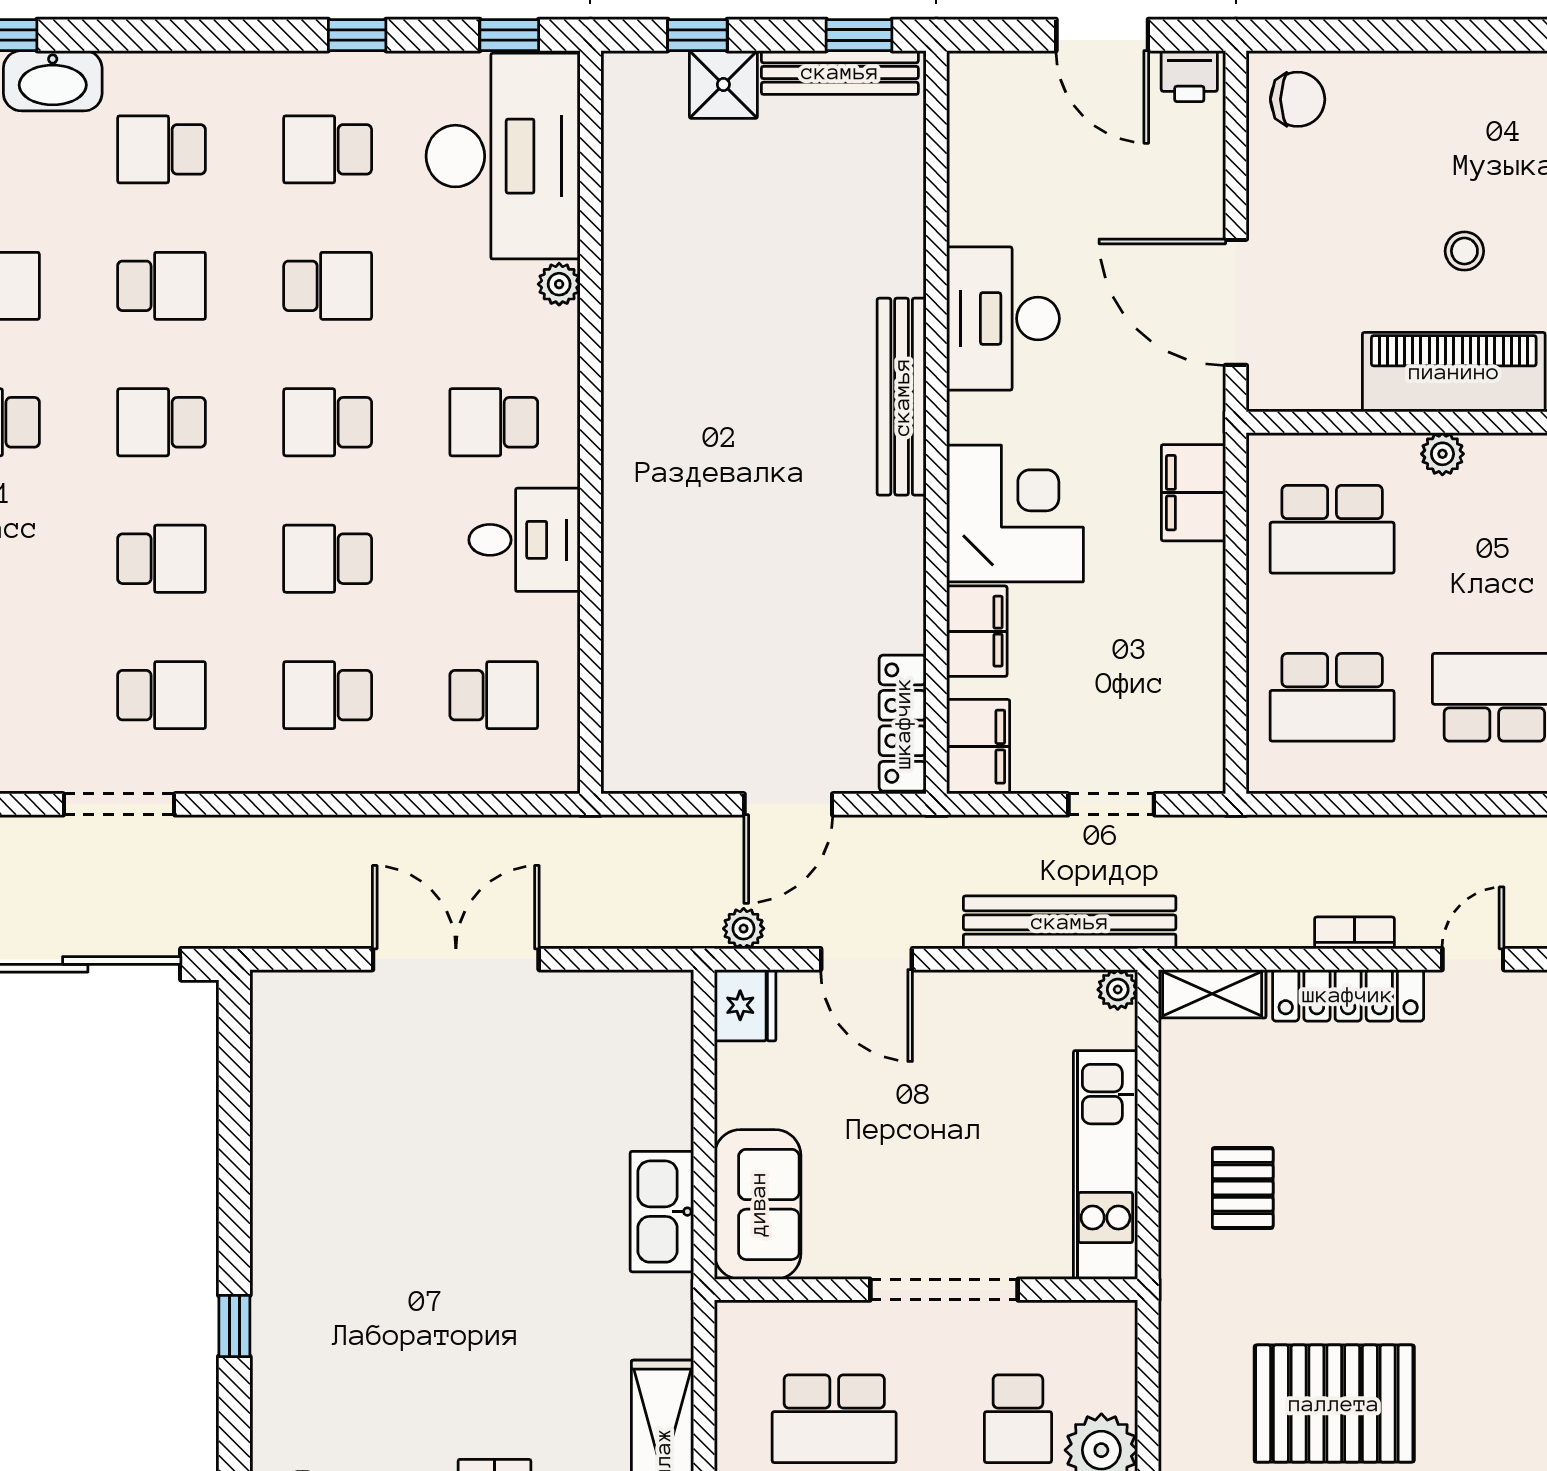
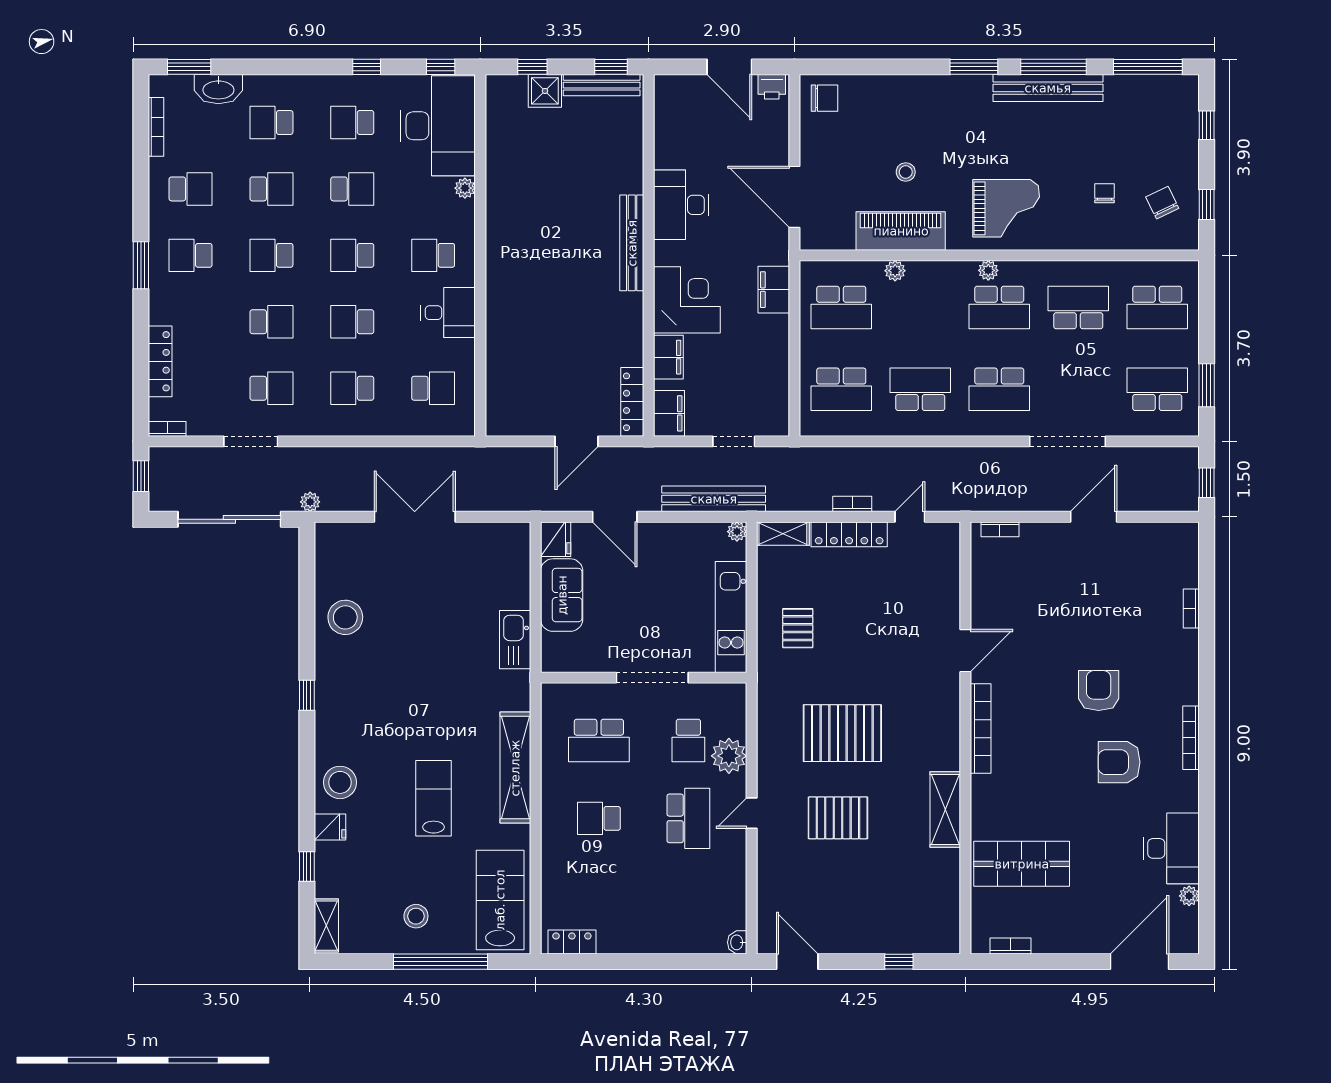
plant: (744, 929) -> (310, 502), moved
stool: (313, 1166) -> (345, 617), added
sofa: (758, 1204) -> (562, 595), moved

